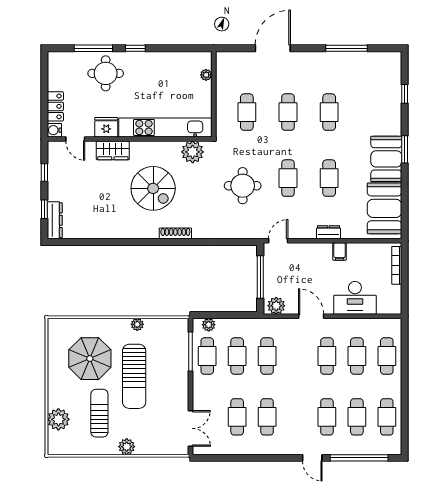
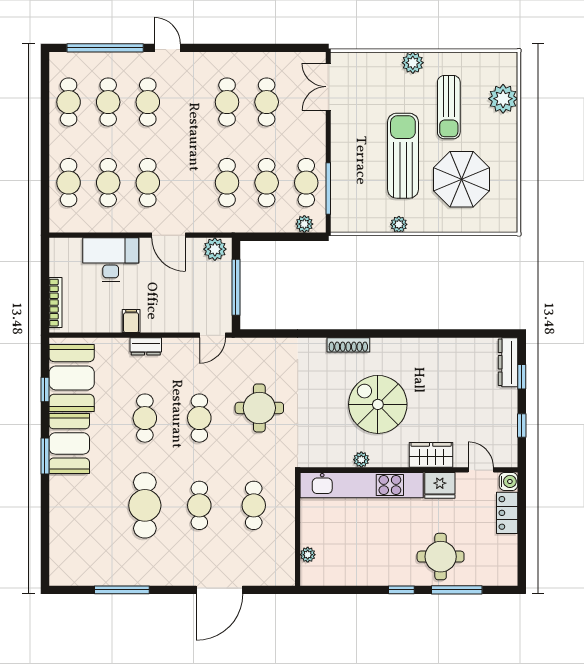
window: (405, 94) -> (45, 389), moved
cafe table: (329, 112) -> (145, 505), width x1.37, depth x1.35
plant: (193, 152) -> (361, 460), moved, width x0.53, depth x0.53

